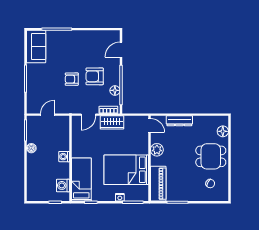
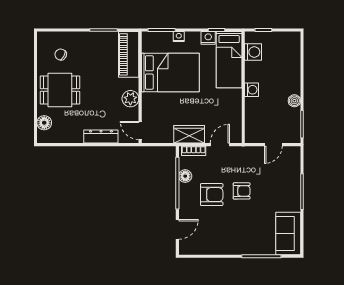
nightstand: (97, 196) -> (208, 38), added

